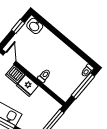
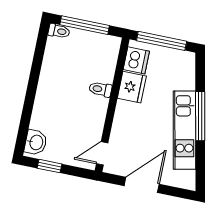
dishwasher: (15, 75) -> (136, 60), moved
fridge: (27, 86) -> (132, 87), moved

